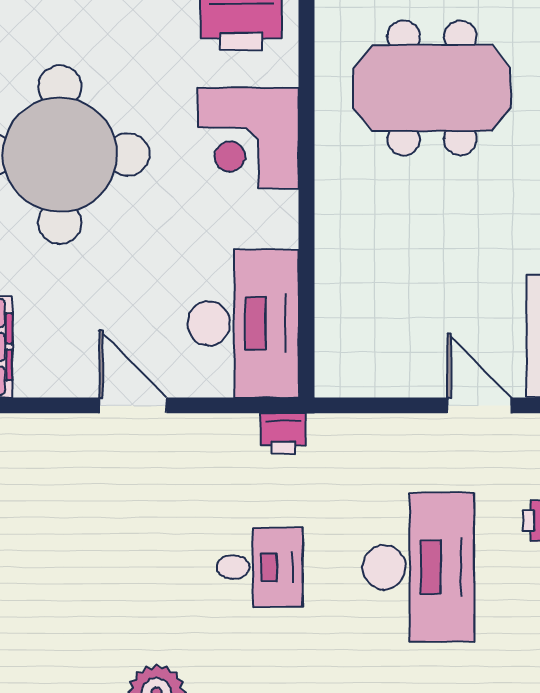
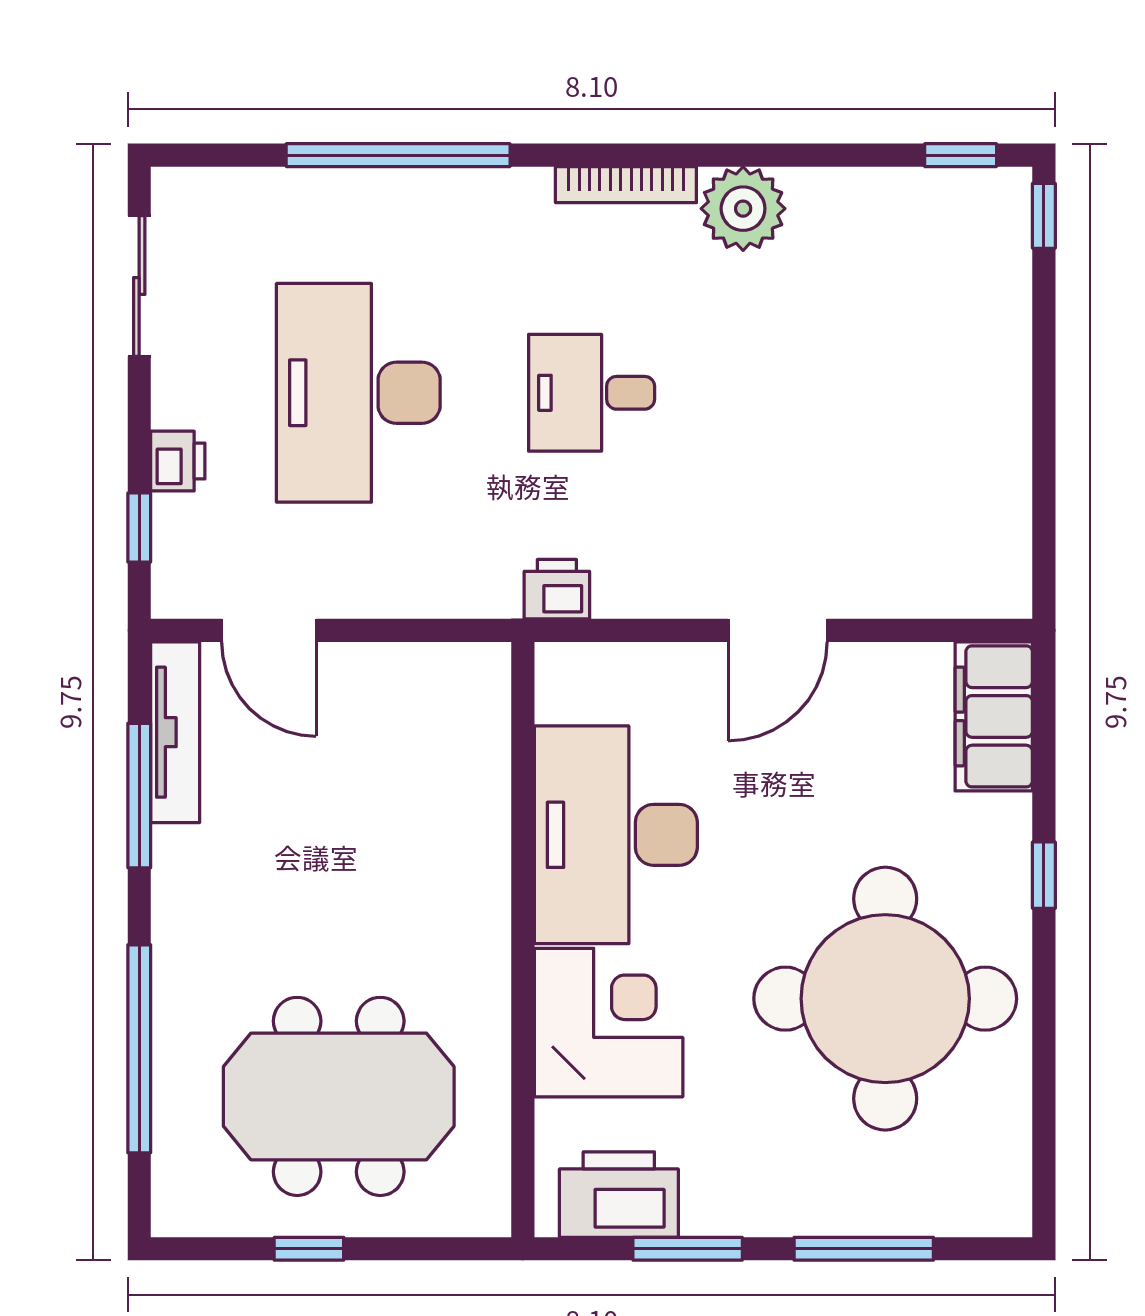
desk: (243, 323) -> (616, 835), moved
door: (133, 405) -> (778, 630), hinge flipped

